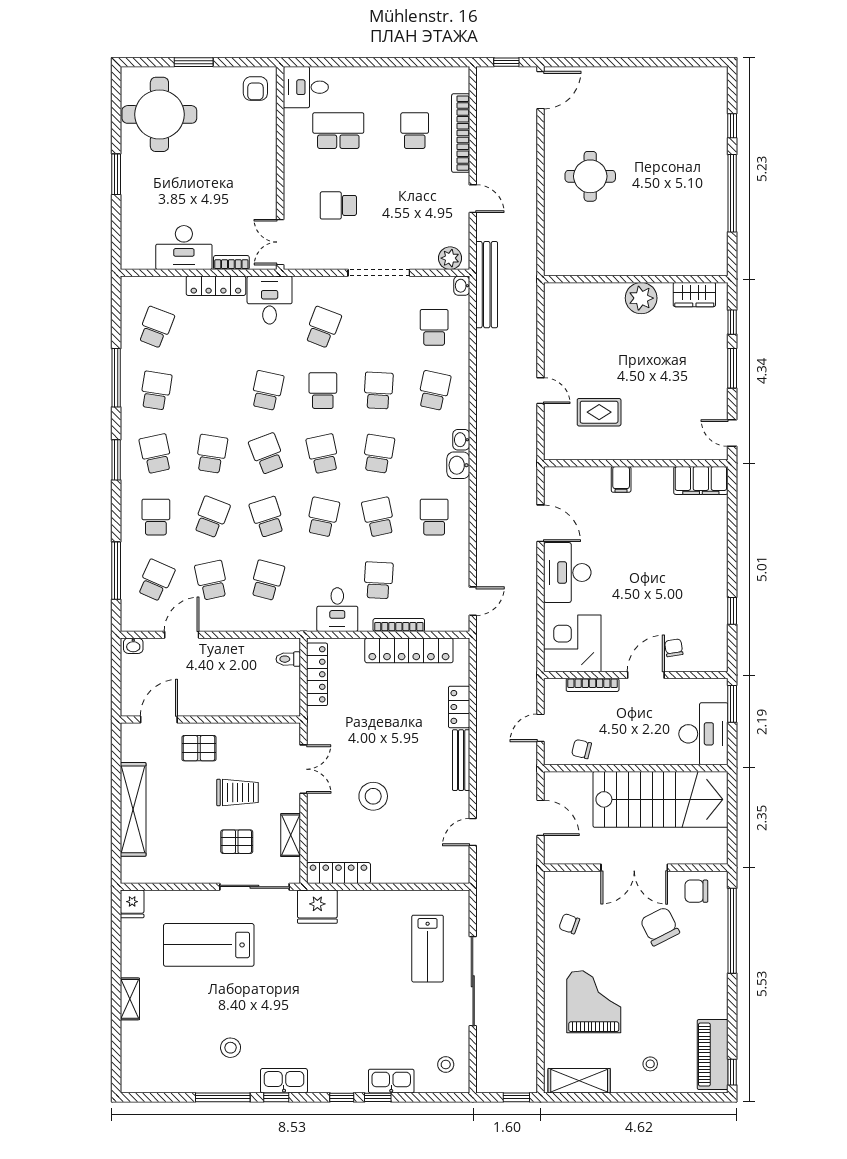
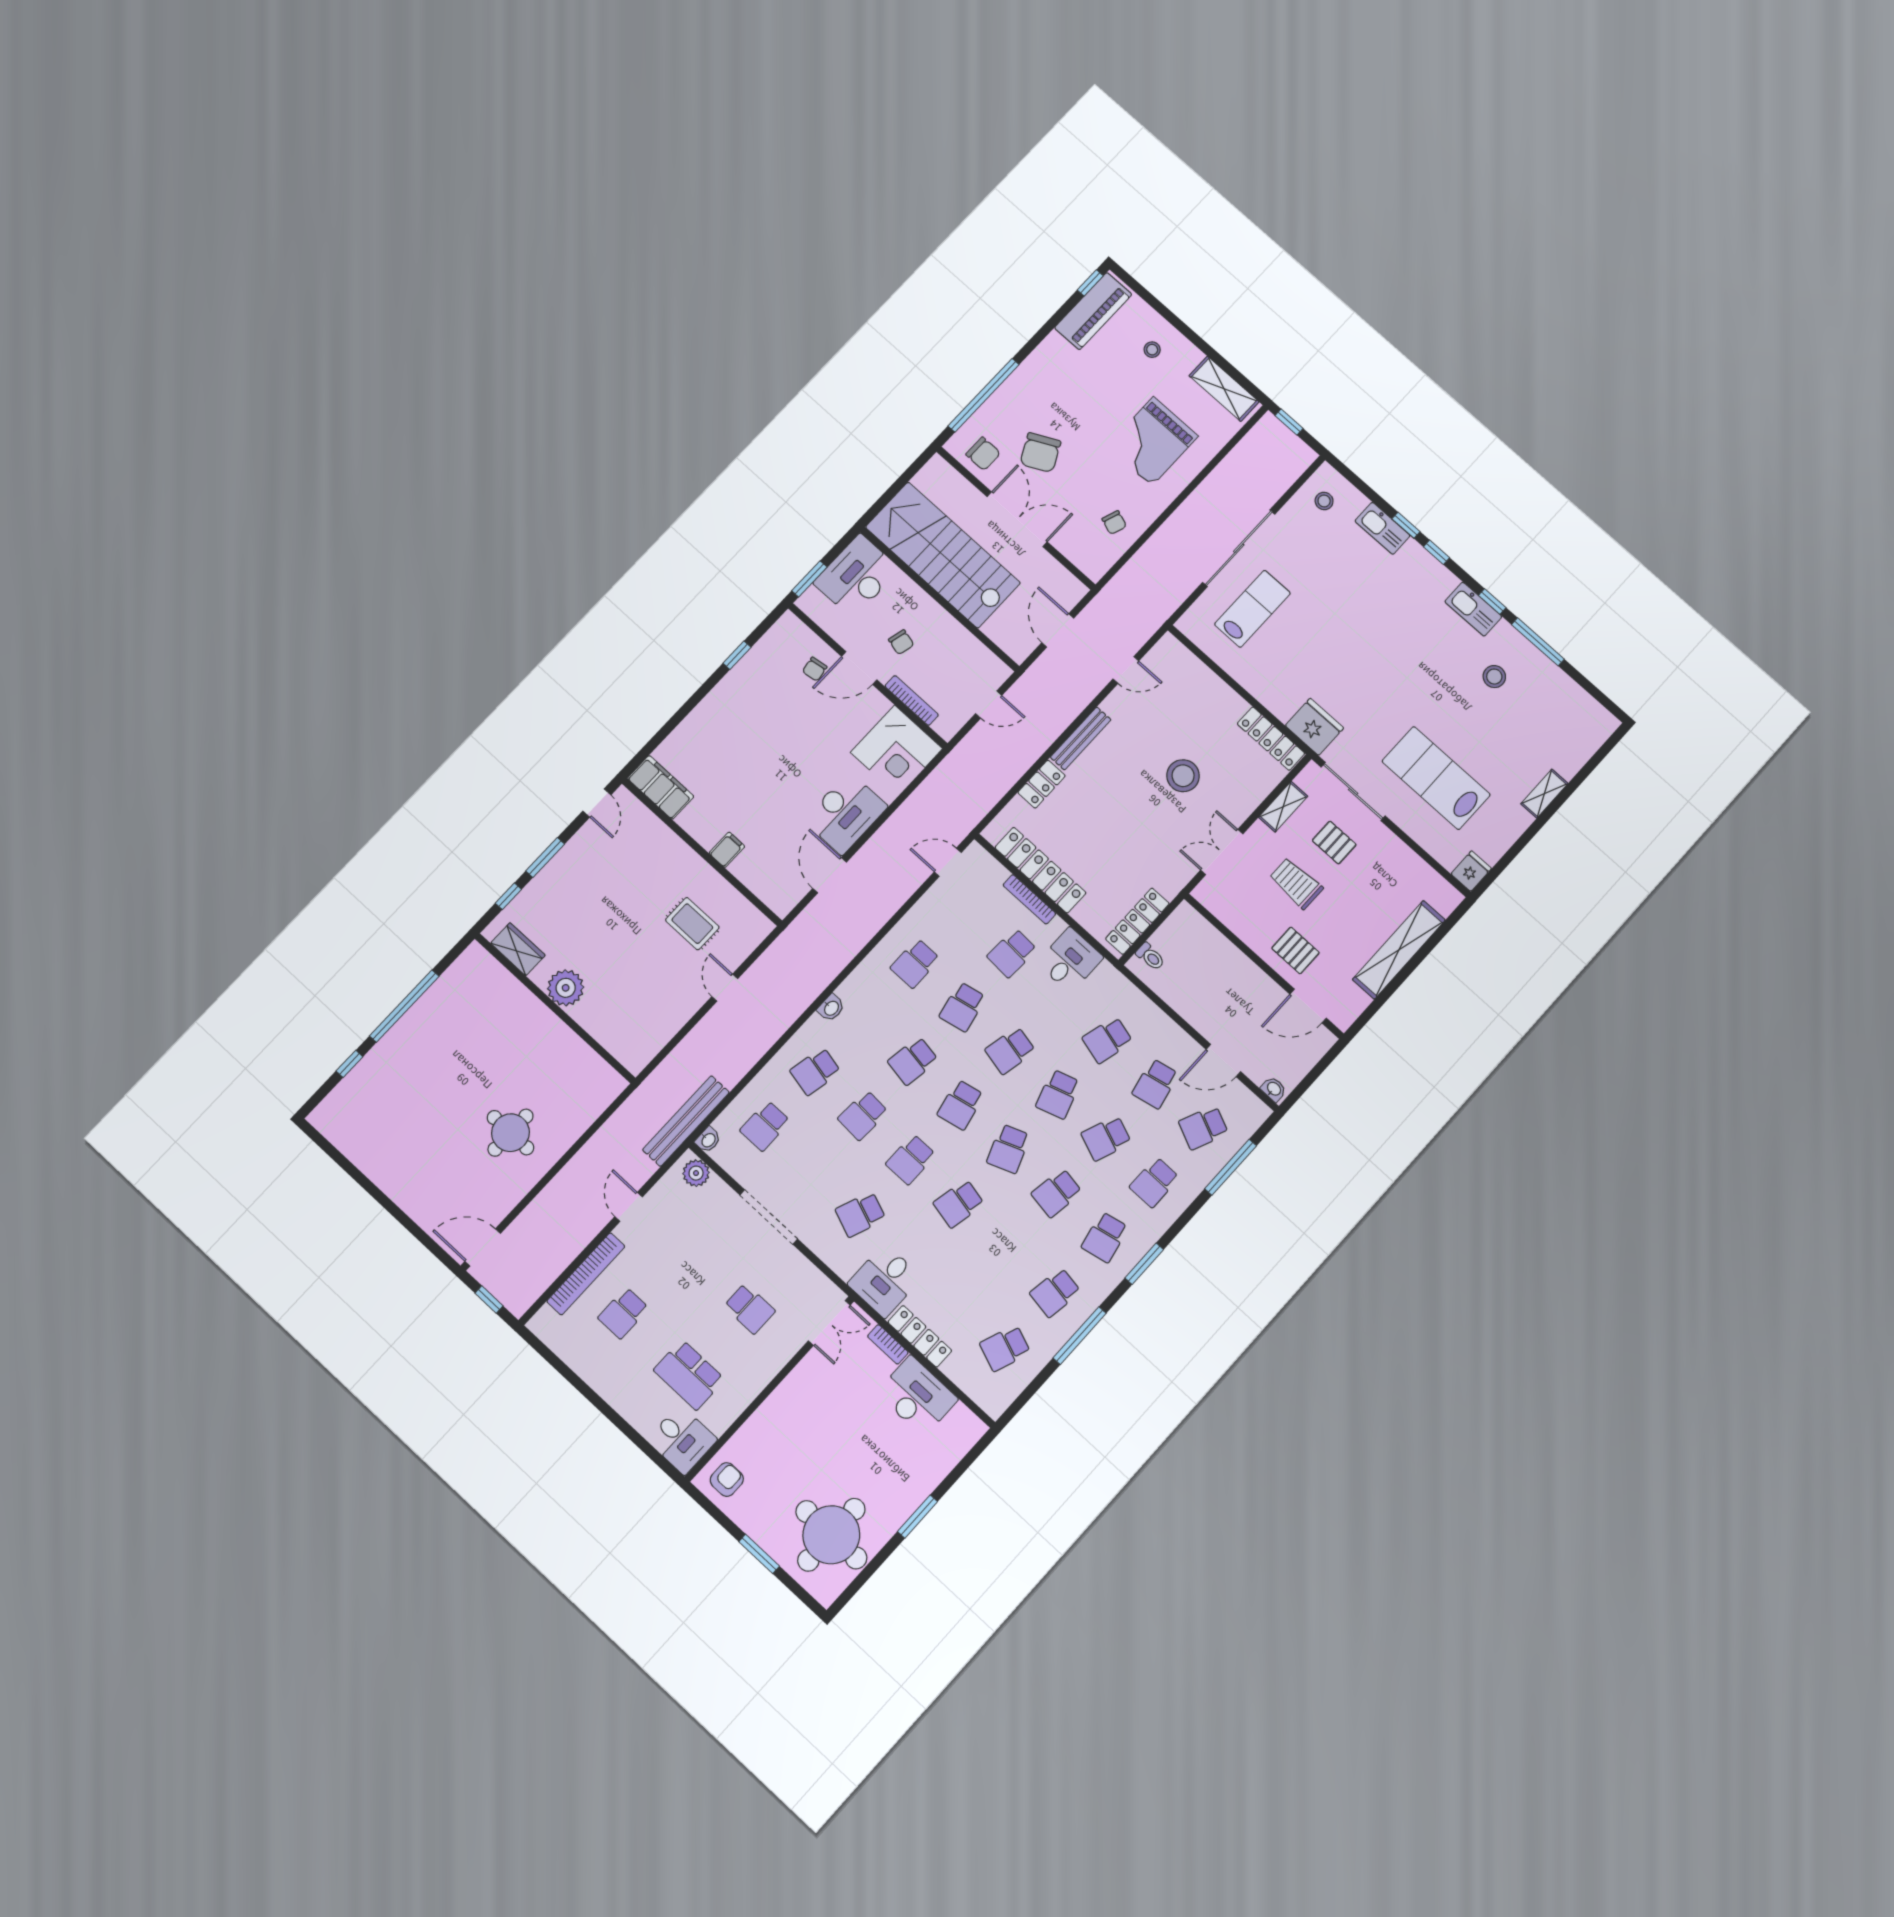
washbasin: (458, 465) -> (854, 988), removed
chair: (582, 749) -> (901, 642), moved
lab bench: (209, 945) -> (1436, 778), turned 180

